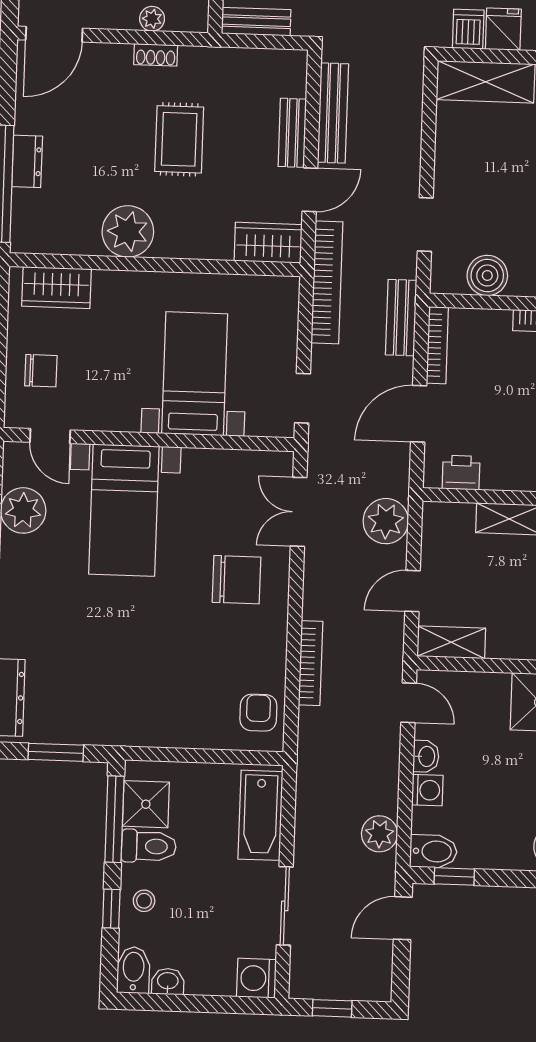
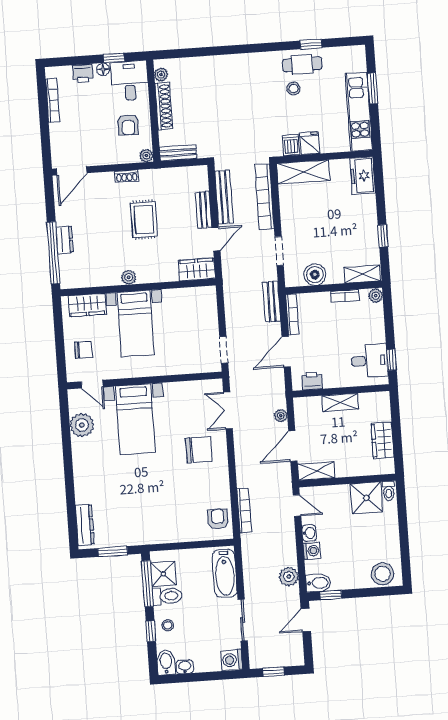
plant: (152, 19) -> (146, 156), moved
plant: (128, 231) -> (129, 277), width x0.53, depth x0.53
bookcase: (327, 282) -> (264, 197), moved, turned 180
bed with nightstands: (195, 374) -> (136, 324), moved, turned 180
plant: (386, 521) -> (281, 416), width x0.53, depth x0.53
door: (413, 591) -> (293, 446), width x1.38
bookcase: (311, 663) -> (244, 511), moved

